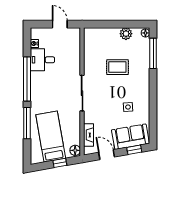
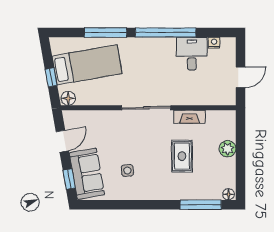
plant: (126, 34) -> (228, 149), moved
fireplace: (89, 135) -> (190, 117), moved

